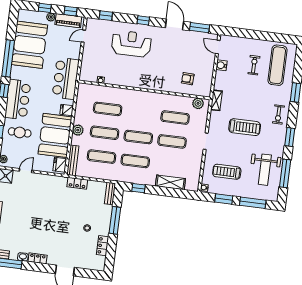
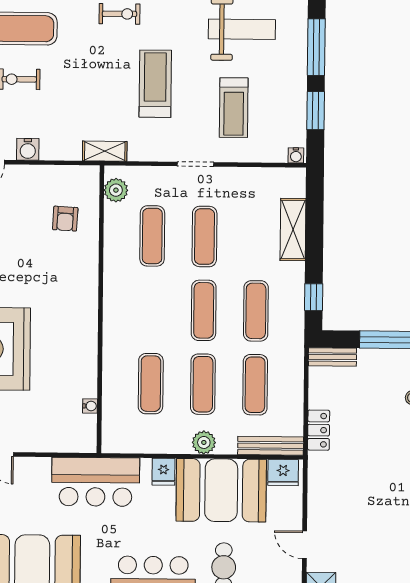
treadmill: (227, 172) -> (234, 108), moved

